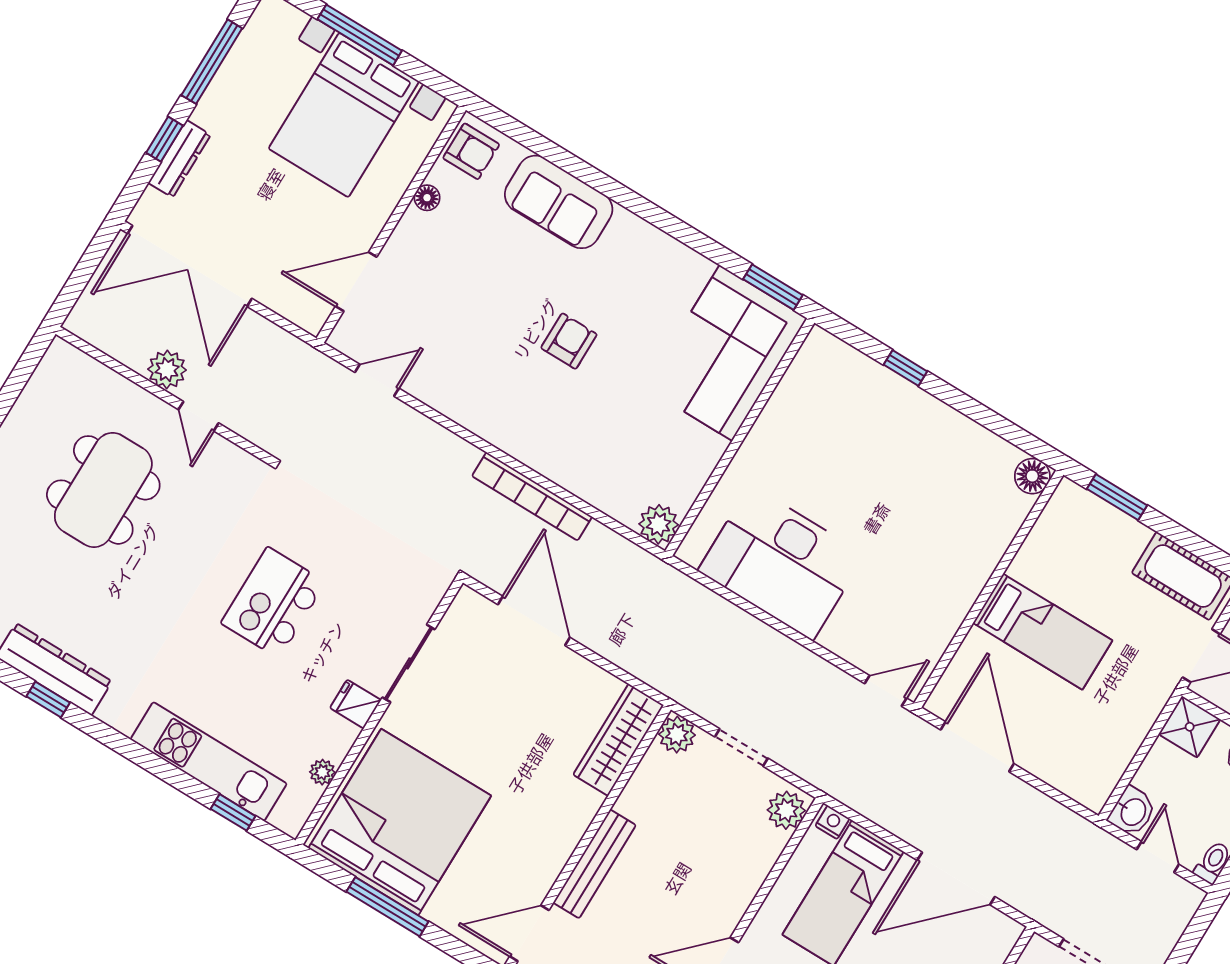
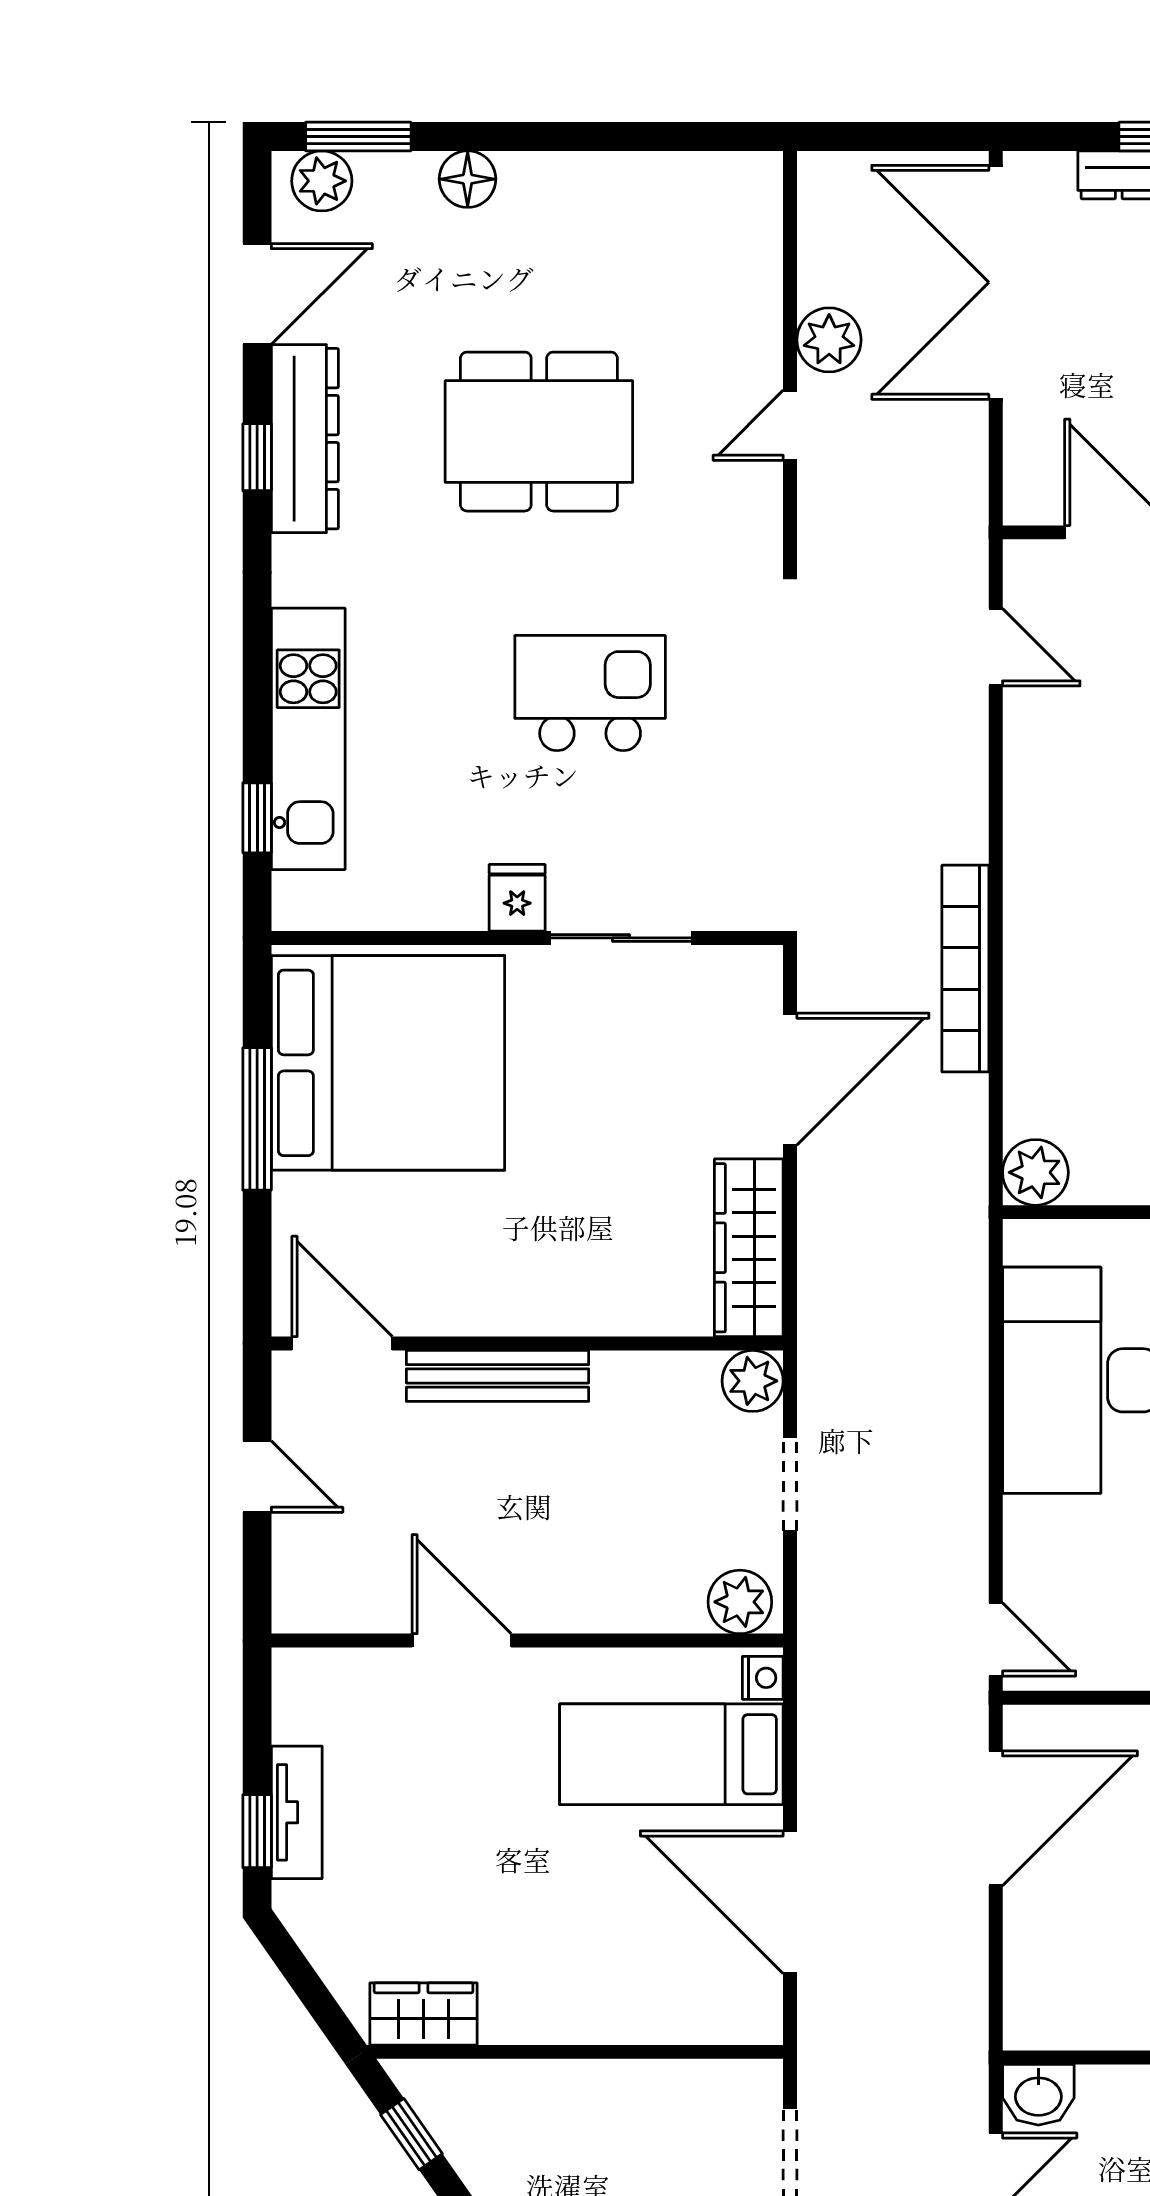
dining table: (103, 490) -> (539, 432), moved
wardrobe: (618, 740) -> (749, 1248), moved, turned -90
plant: (322, 772) -> (392, 910), removed

